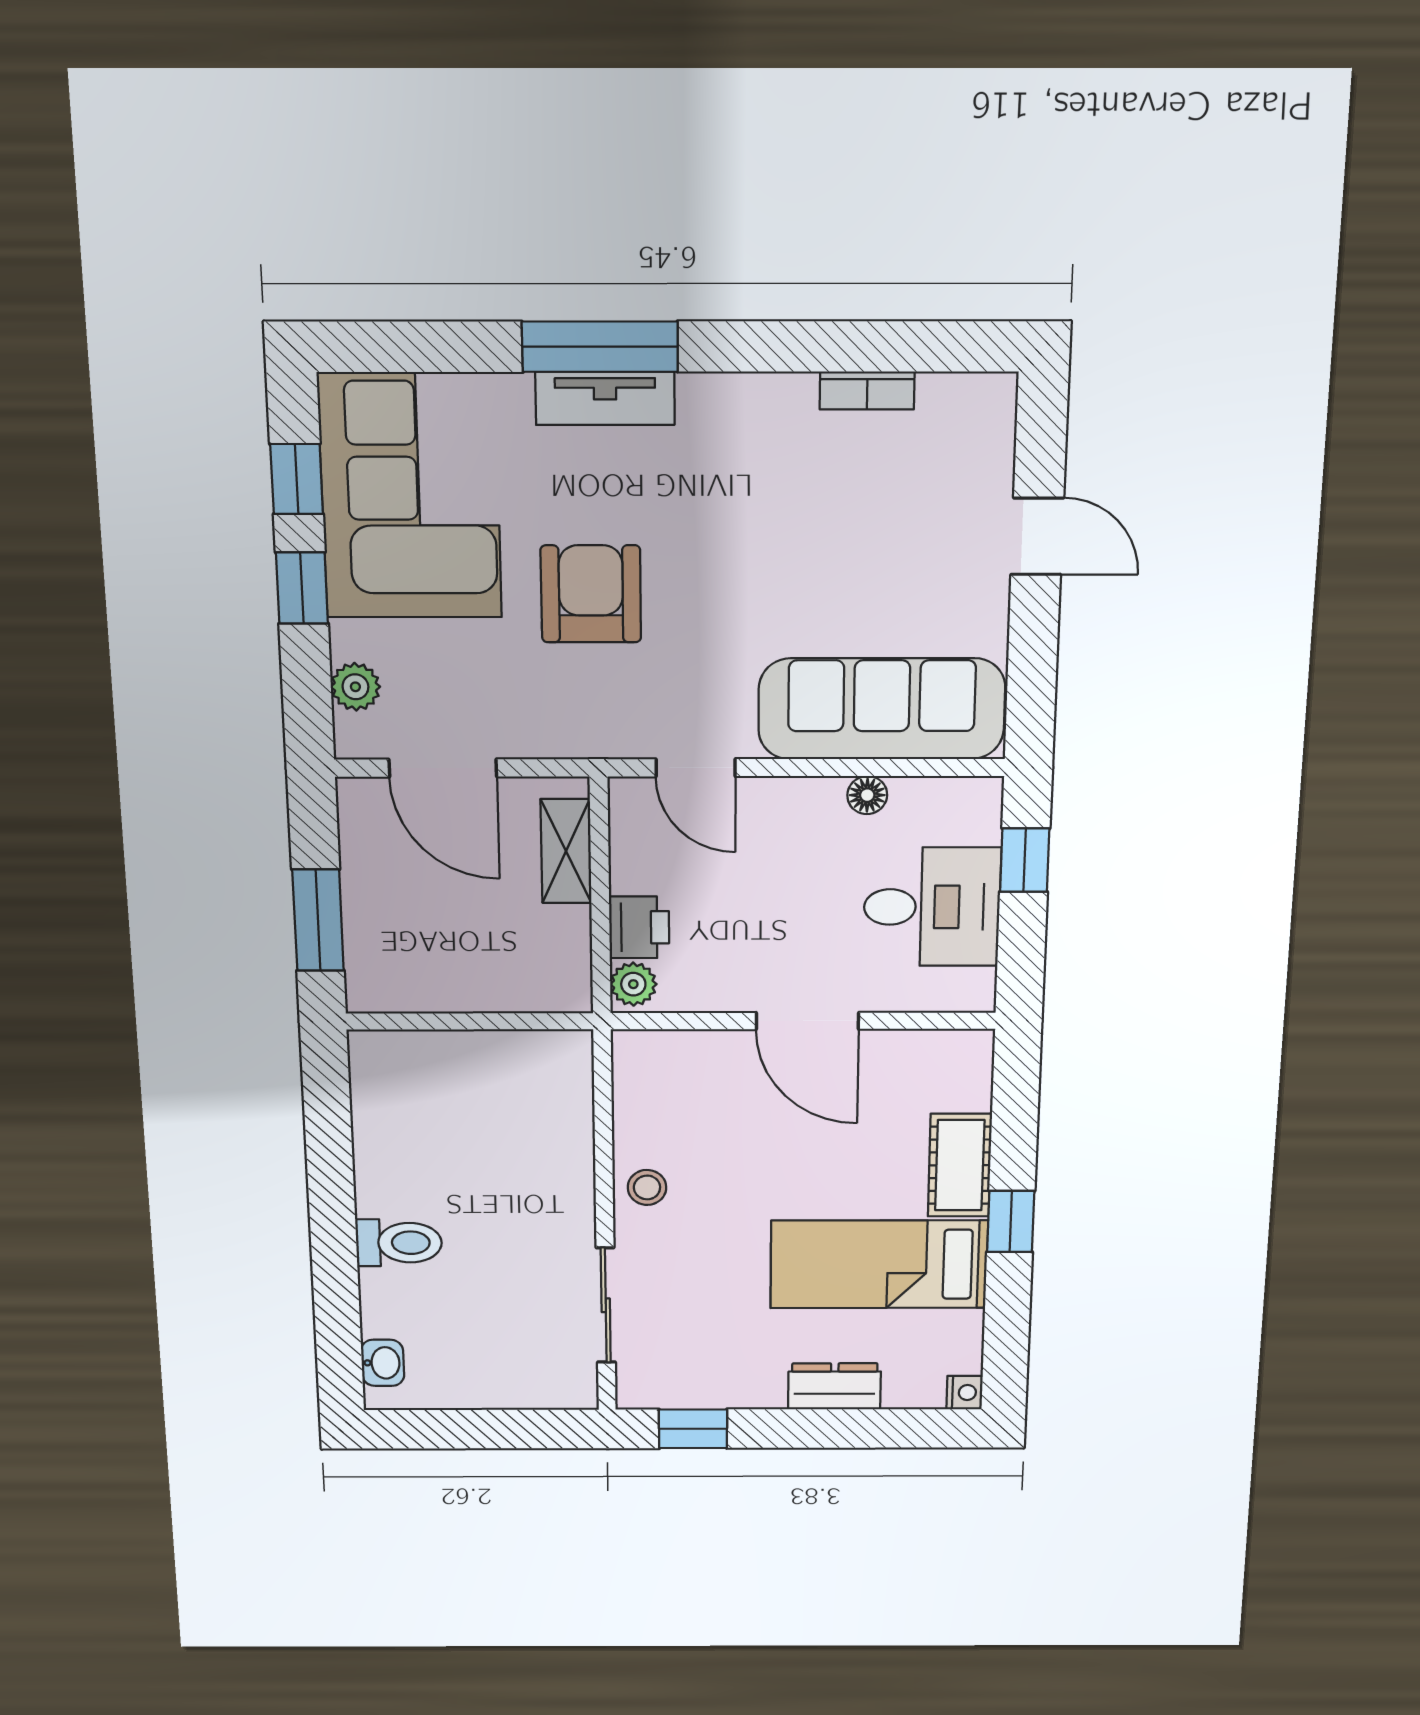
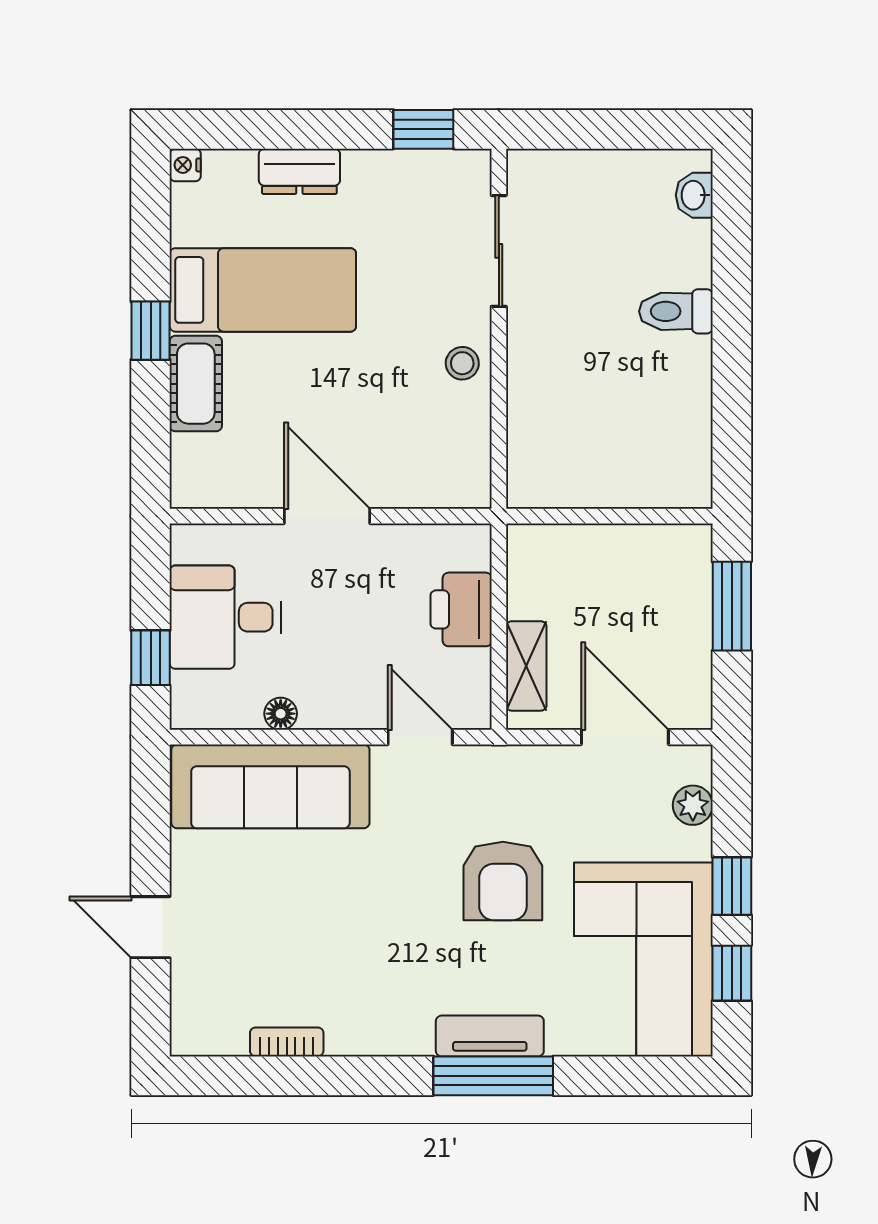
printer: (639, 927) -> (461, 609), width x1.36, depth x1.24
plant: (633, 984) -> (472, 549), removed

